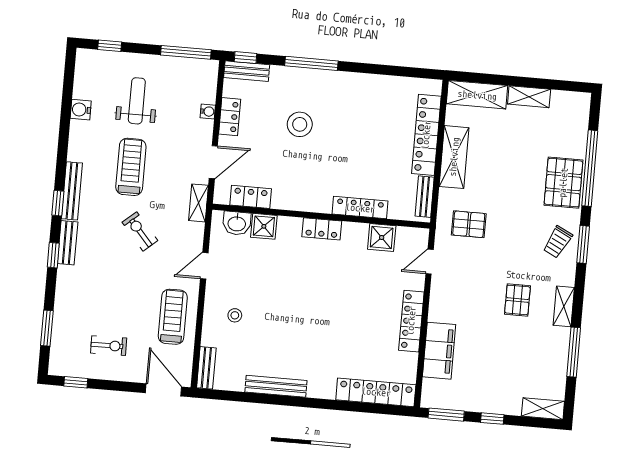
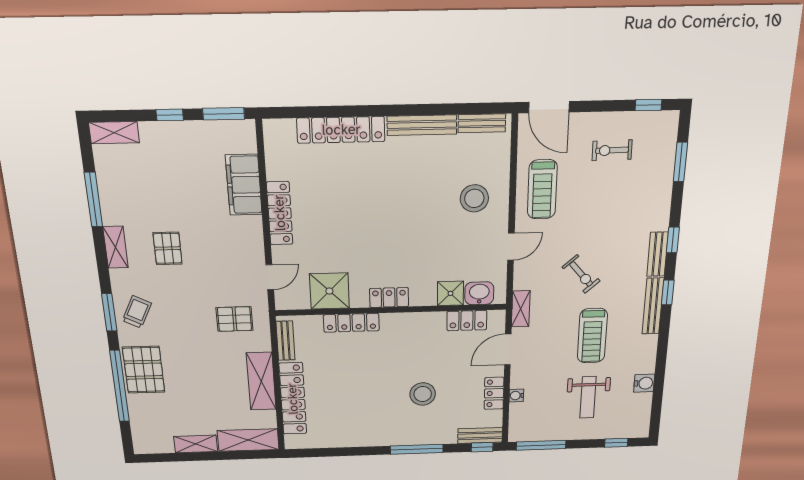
shower: (382, 237) -> (329, 291), width x1.36, depth x1.36
stool: (235, 315) -> (474, 198), width x1.89, depth x1.89
bench: (206, 368) -> (482, 123), moved, turned 90
locker: (376, 392) -> (341, 130), moved

